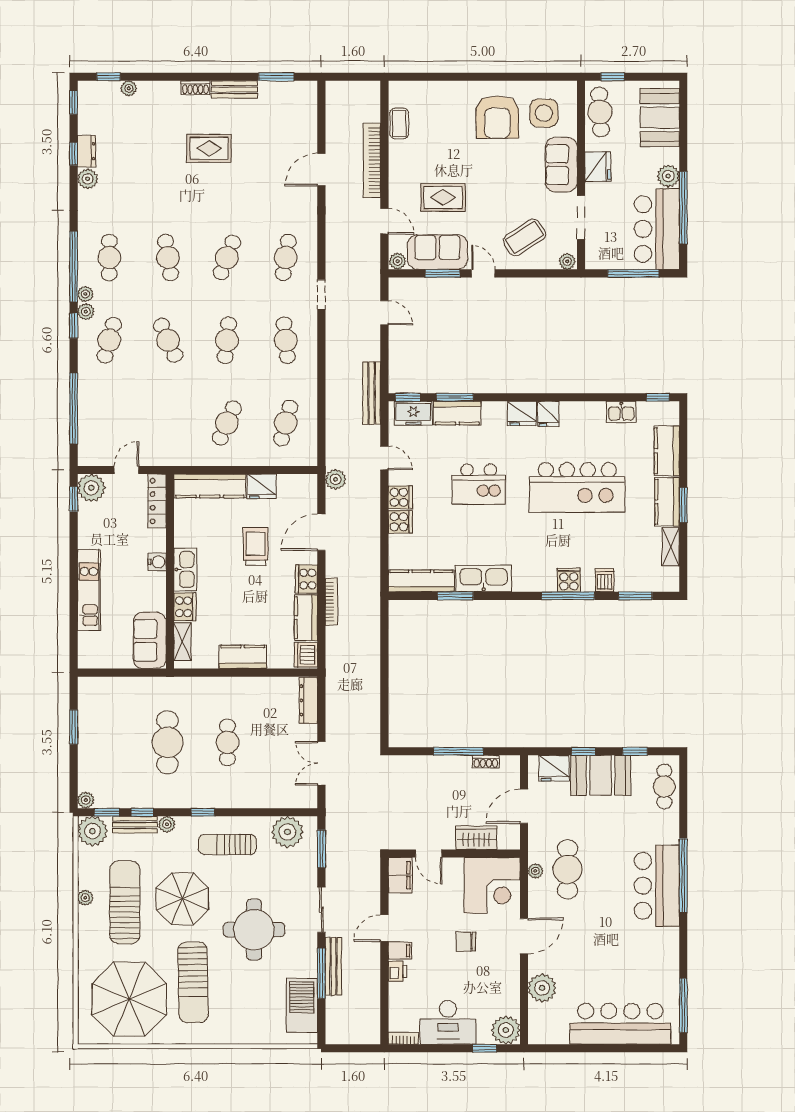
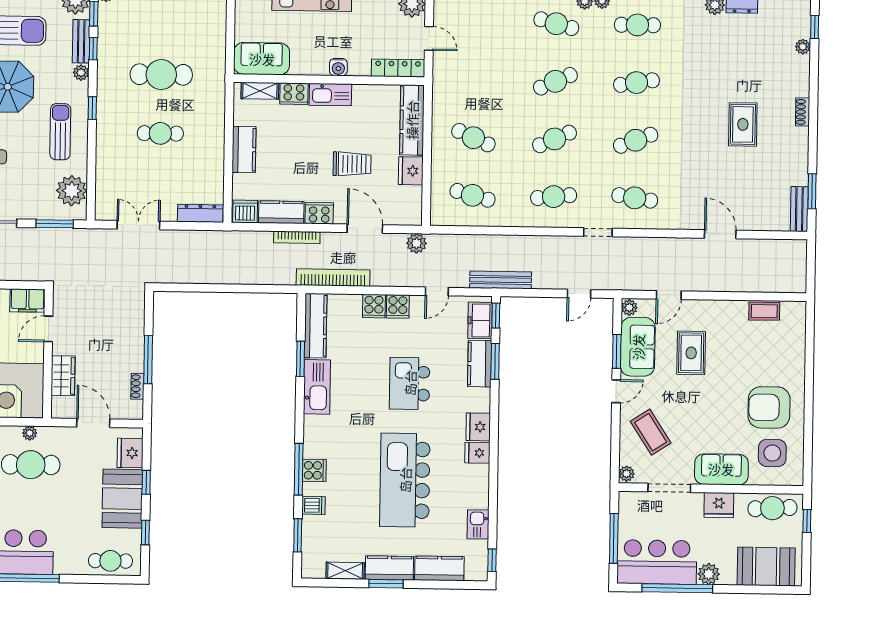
bench: (234, 89) -> (799, 209), moved
bookcase: (372, 160) -> (333, 278), moved
cafe table: (227, 257) -> (636, 140), turned -42
cafe table: (227, 340) -> (555, 139), turned -30

